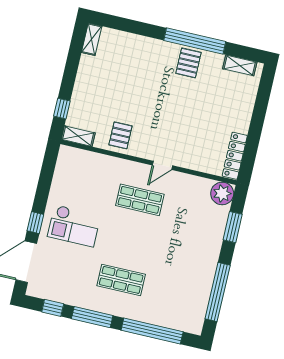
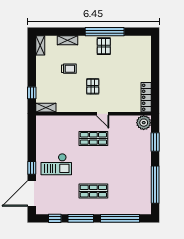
shelving: (240, 65) -> (68, 40), moved
trolley: (127, 85) -> (69, 69), added
pallet: (120, 135) -> (93, 86), moved
door: (162, 165) -> (102, 114), hinge flipped

